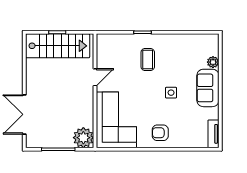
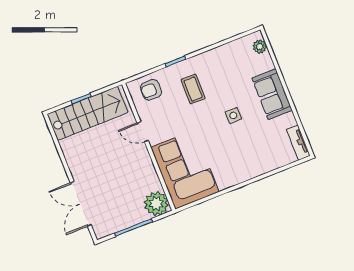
plant: (213, 62) -> (260, 47), moved
door: (95, 77) -> (143, 132), swing flipped
armchair: (160, 133) -> (151, 90), moved

